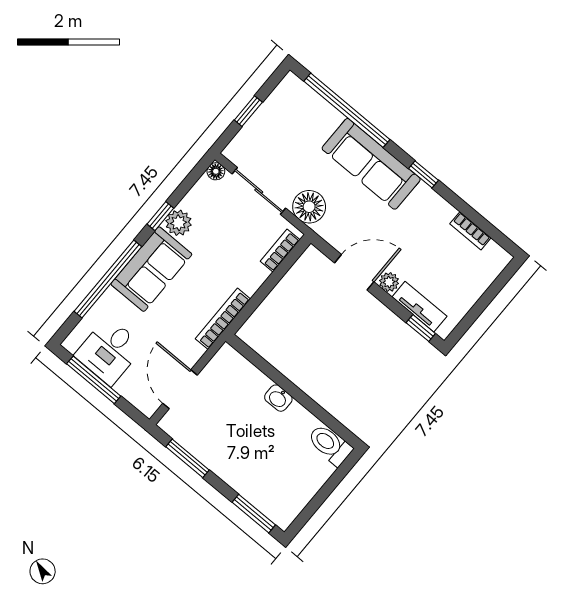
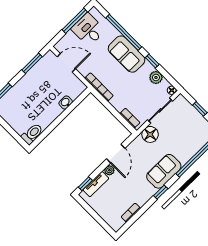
sofa: (371, 164) -> (164, 171), width x0.73
plant: (179, 223) -> (156, 77), moved
washbasin: (278, 398) -> (66, 103), moved

